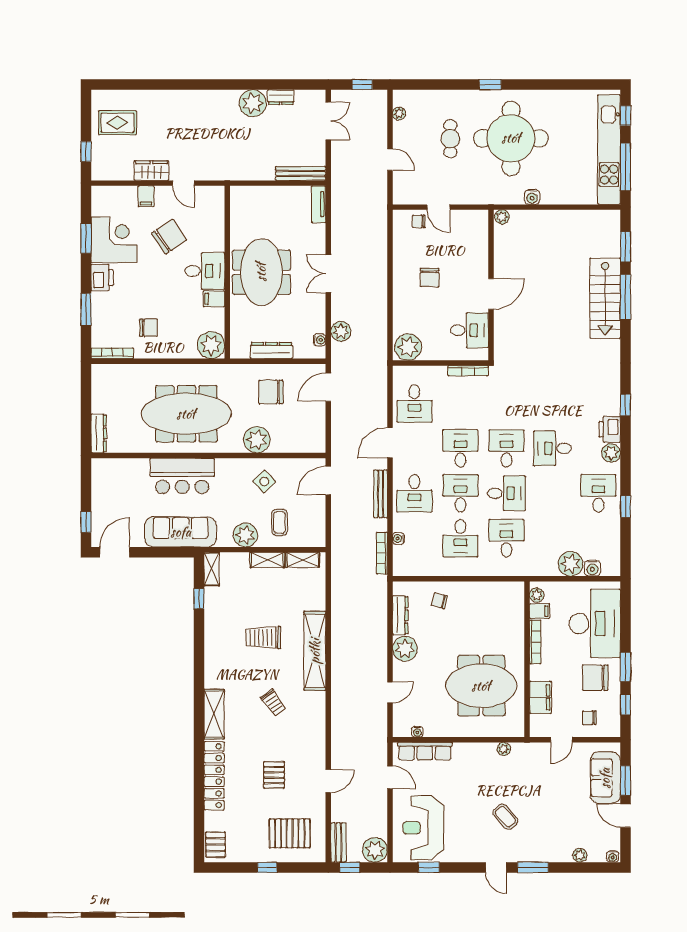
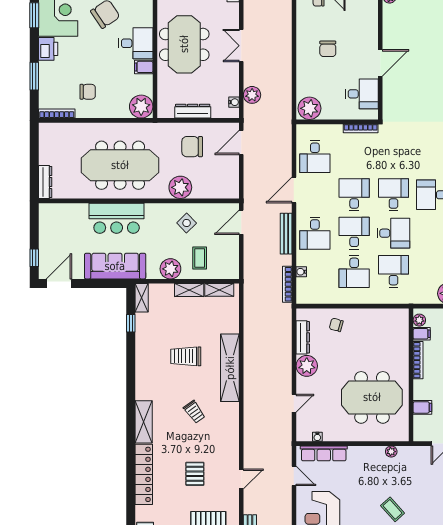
filing cabinet: (540, 697) -> (422, 407), width x0.50

